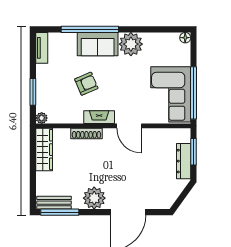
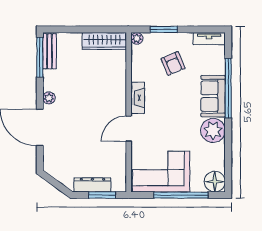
floor lamp: (185, 38) -> (215, 182), width x1.89, depth x1.89
armchair: (86, 84) -> (173, 63), moved
window: (194, 93) -> (181, 195), moved
shoe rack: (86, 133) -> (121, 85), removed
plant: (94, 198) -> (49, 98), width x0.53, depth x0.53

